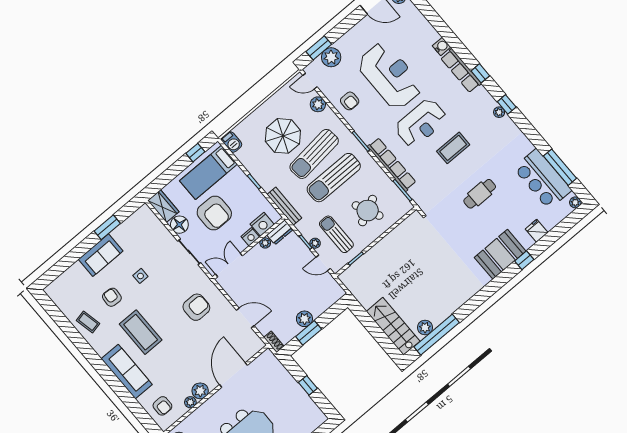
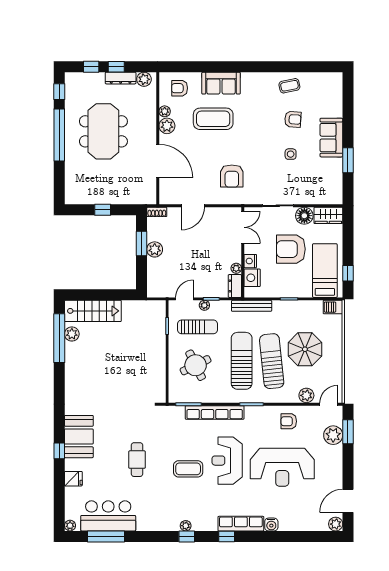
coffee table: (453, 148) -> (188, 469), turned 90
coffee table: (141, 332) -> (213, 119), moved
sofa: (127, 372) -> (221, 83), width x0.73

